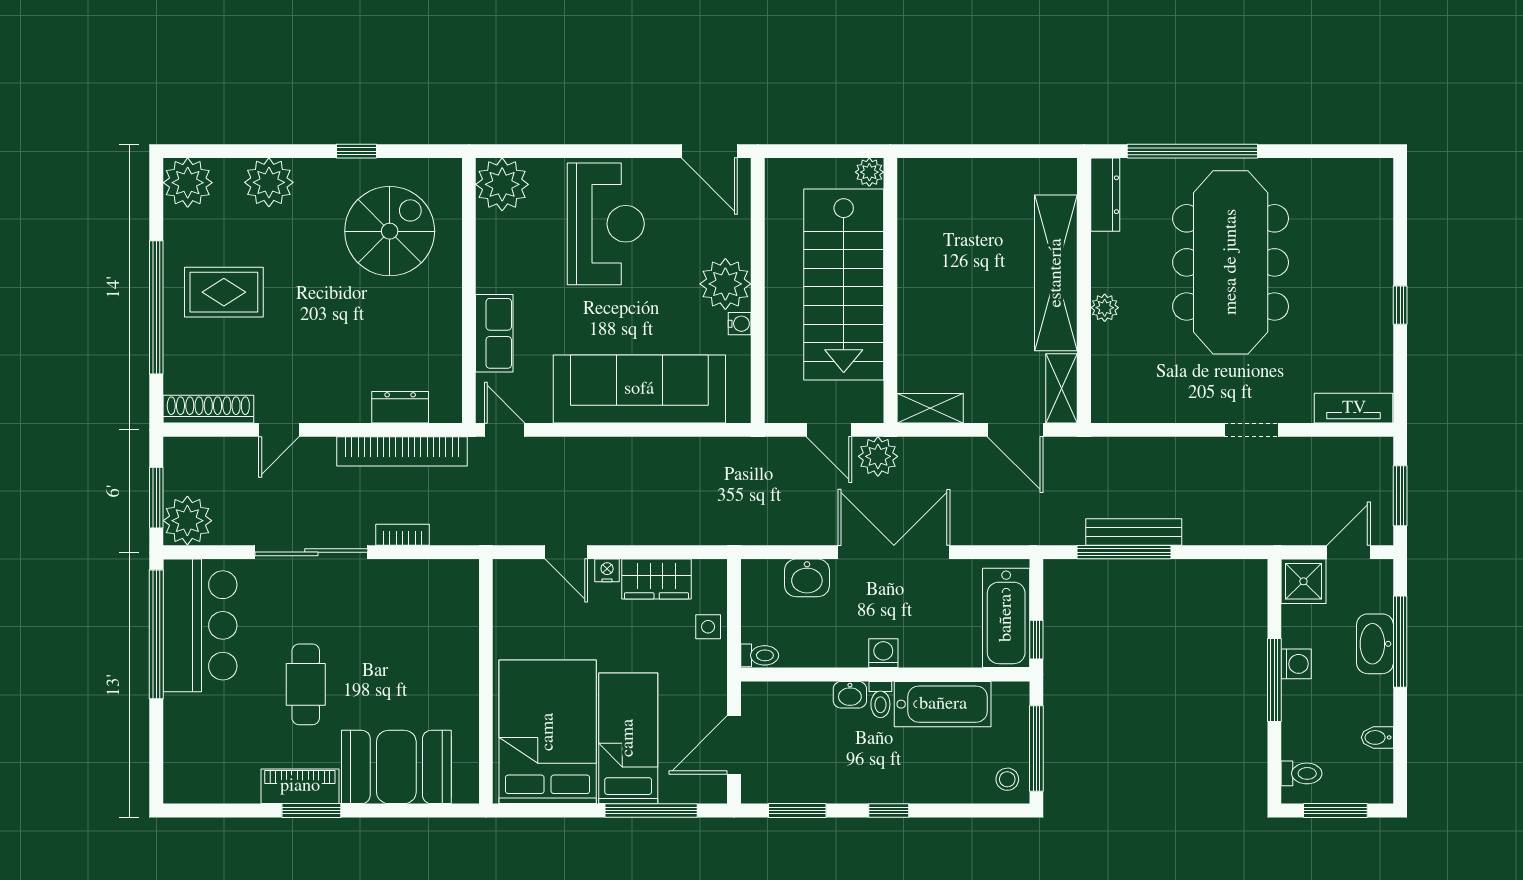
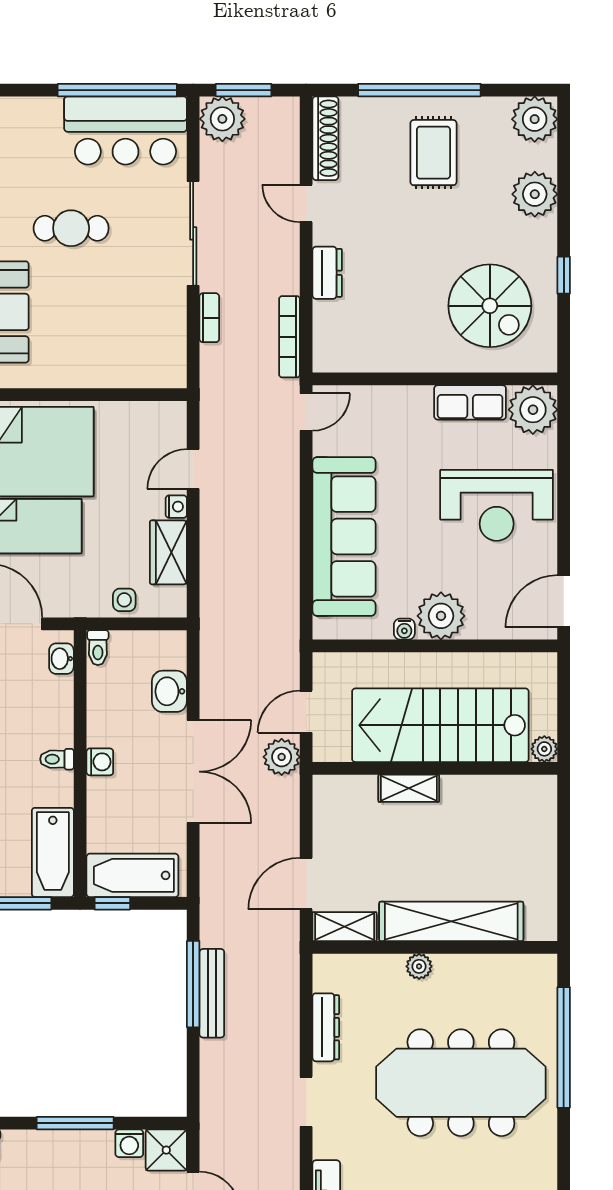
dresser: (1105, 195) -> (326, 1027), moved, turned -90
row of seats: (494, 333) -> (470, 402), moved
dresser: (400, 407) -> (327, 273), moved
shelving: (930, 408) -> (409, 788), moved, turned 90
bookcase: (402, 451) -> (289, 337), width x0.68, depth x0.76
washing machine: (1296, 664) -> (129, 1143), moved
washbasin: (850, 695) -> (61, 659), moved
bathtub: (943, 704) -> (53, 852), moved

